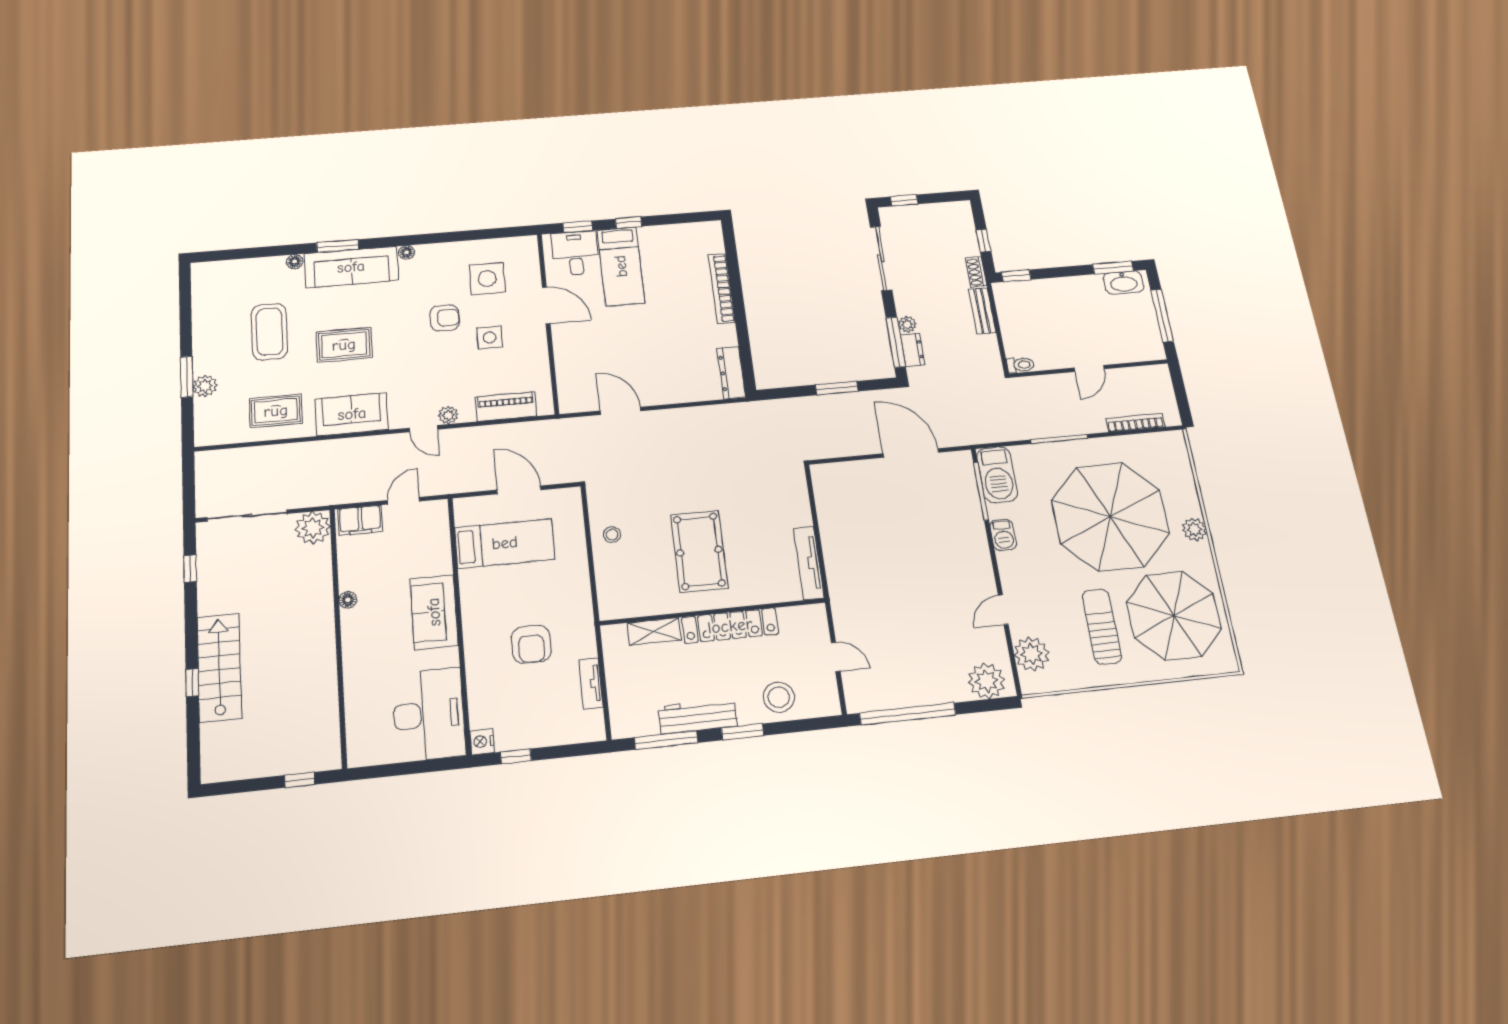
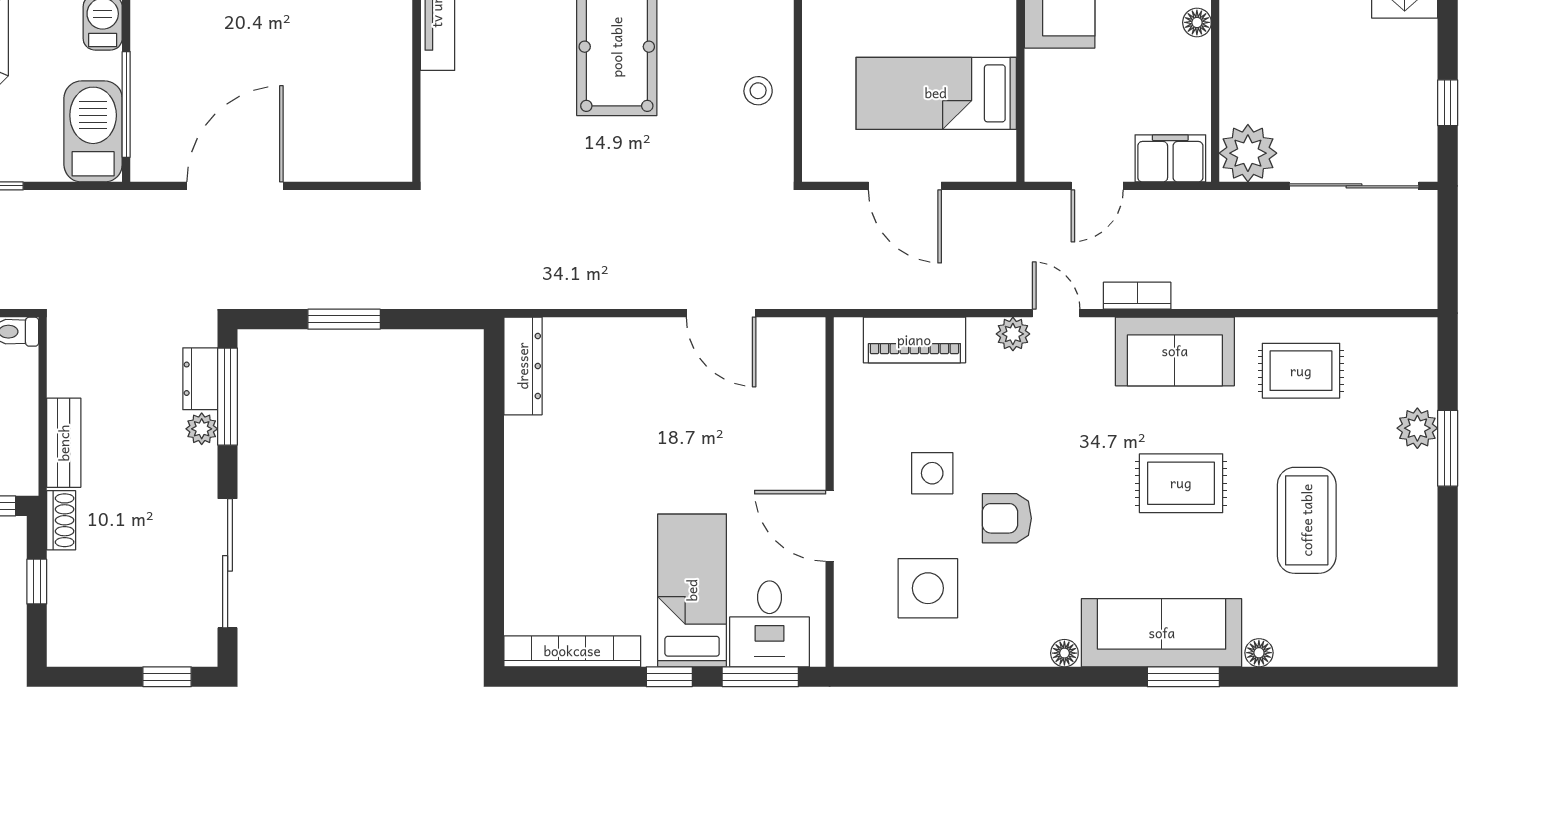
window: (578, 227) -> (760, 677), width x1.50
bookcase: (722, 288) -> (572, 651), moved, turned -90
bookcase: (376, 442) -> (1137, 296), added
door: (911, 453) -> (235, 186), swing flipped

